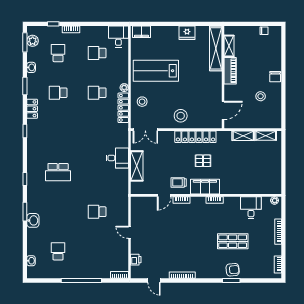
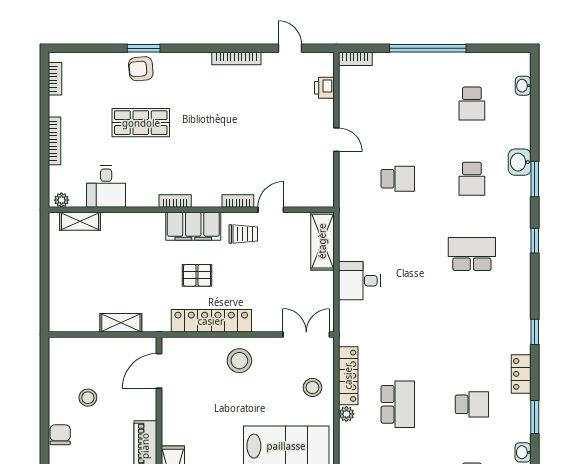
school desk: (97, 93) -> (398, 404), width x1.85
shelving: (266, 136) -> (80, 221), moved
shelving: (137, 166) -> (322, 241), moved
school desk: (58, 212) -> (472, 179), added

